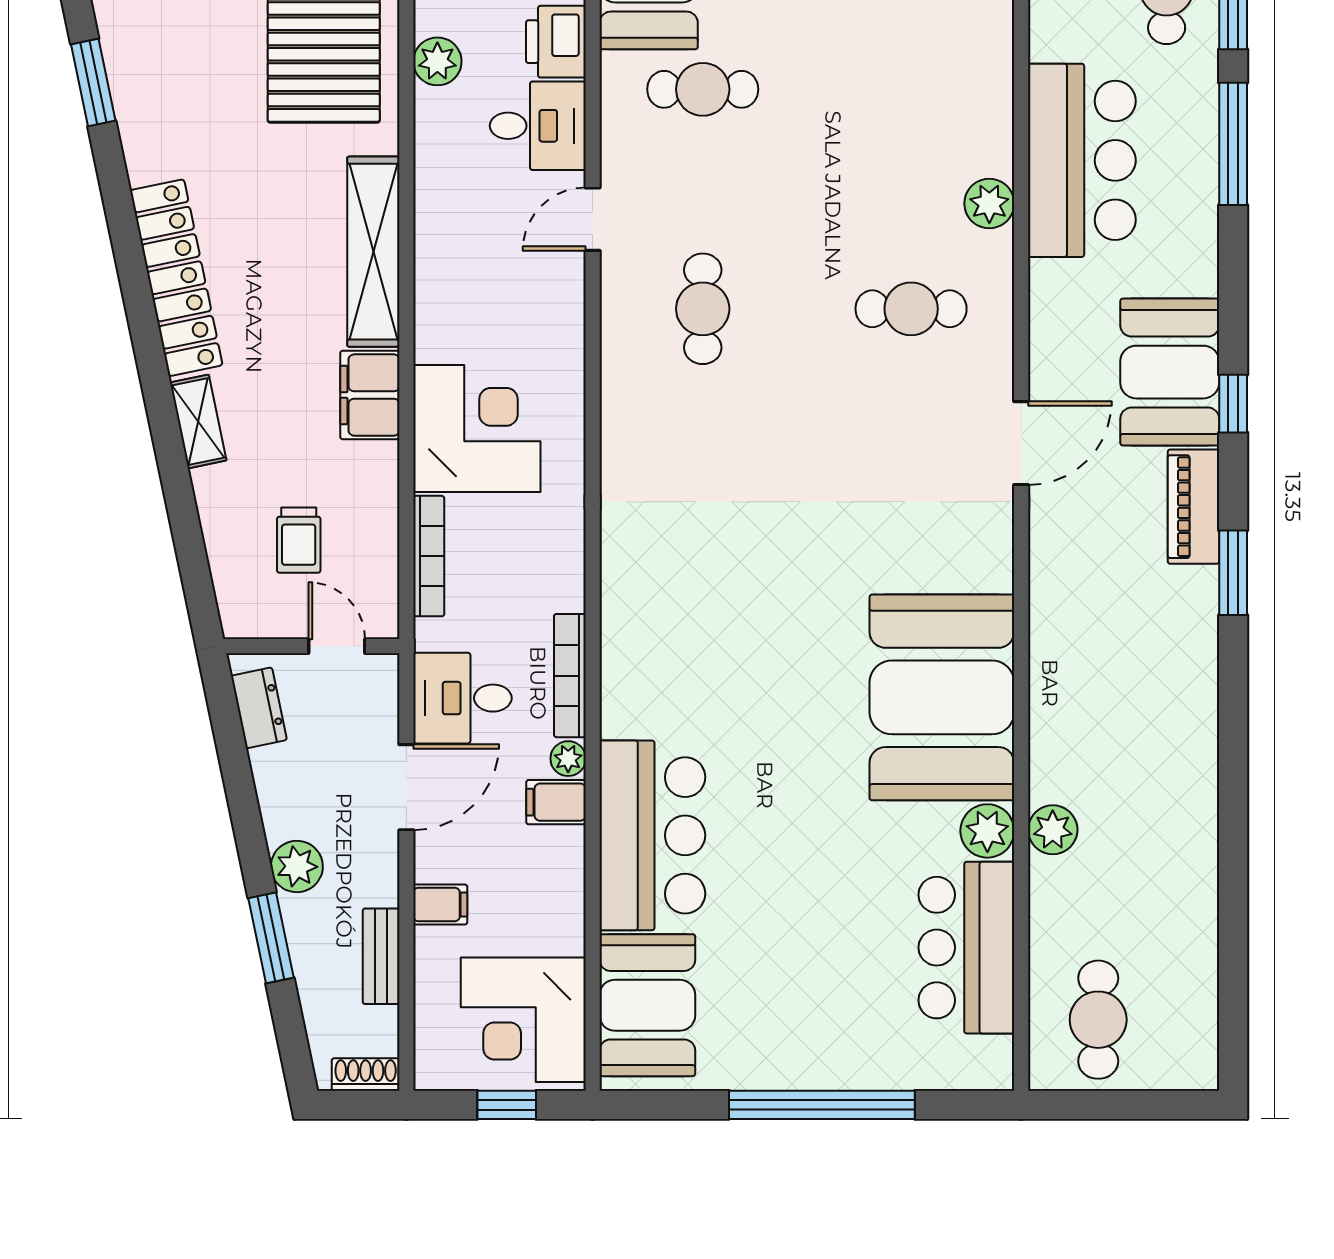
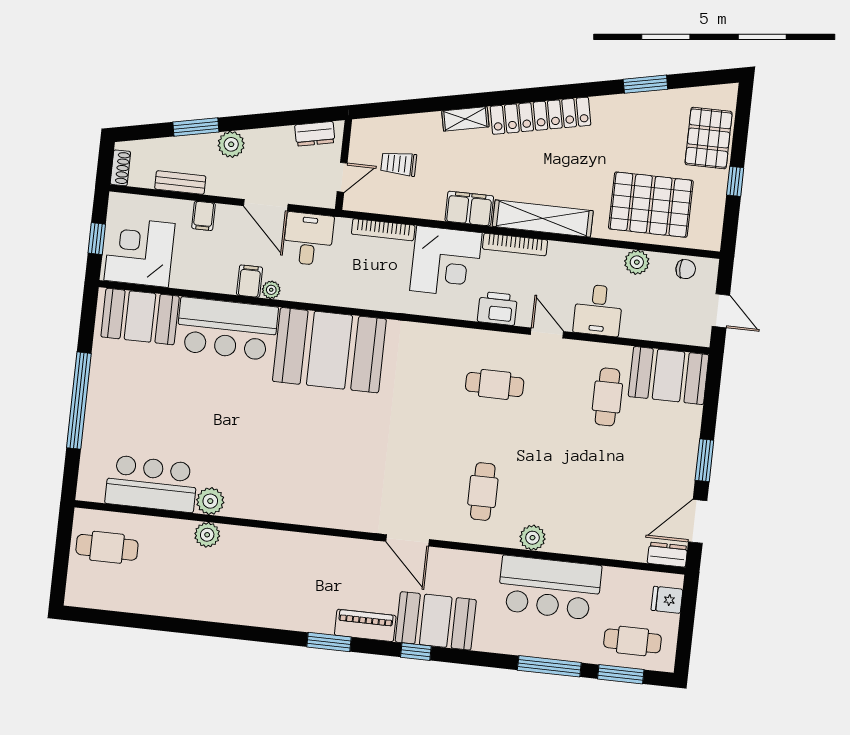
printer: (556, 42) -> (497, 308), moved
bookcase: (570, 676) -> (515, 244), moved, turned 180
booth: (942, 697) -> (329, 350), moved

